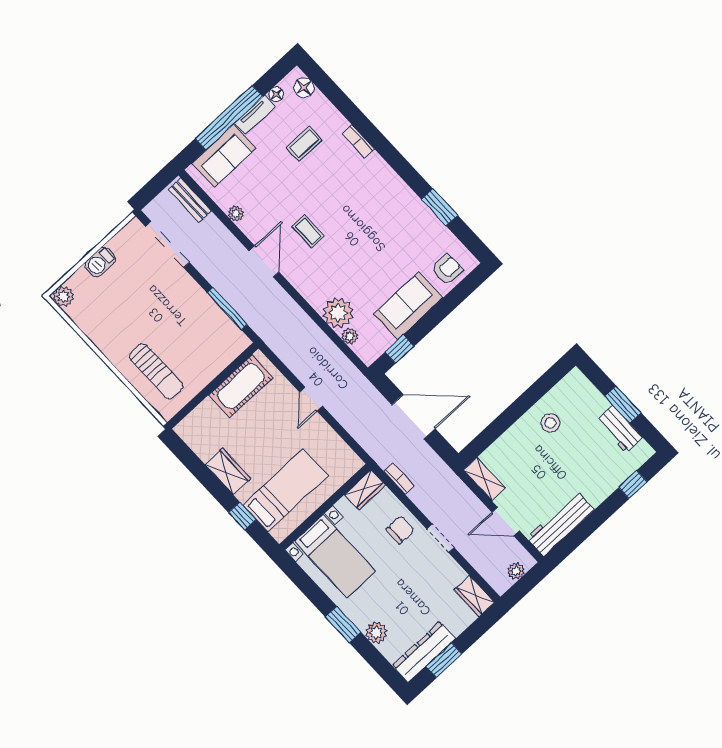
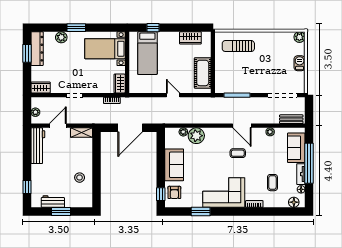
corner sofa: (382, 199) -> (224, 193), added
window: (400, 349) -> (161, 194), moved
wardrobe: (228, 471) -> (190, 38), moved
chair: (400, 530) -> (92, 83), removed

